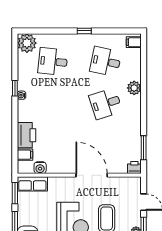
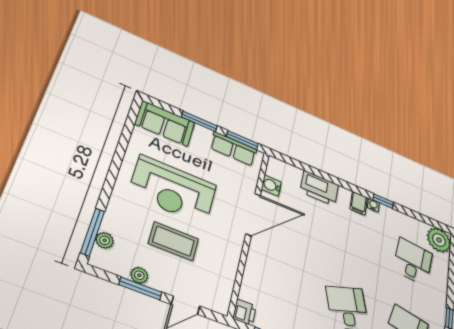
filing cabinet: (25, 155) -> (359, 203), moved
door: (92, 175) -> (253, 214), moved
row of seats: (32, 184) -> (234, 149), moved, turned -90

